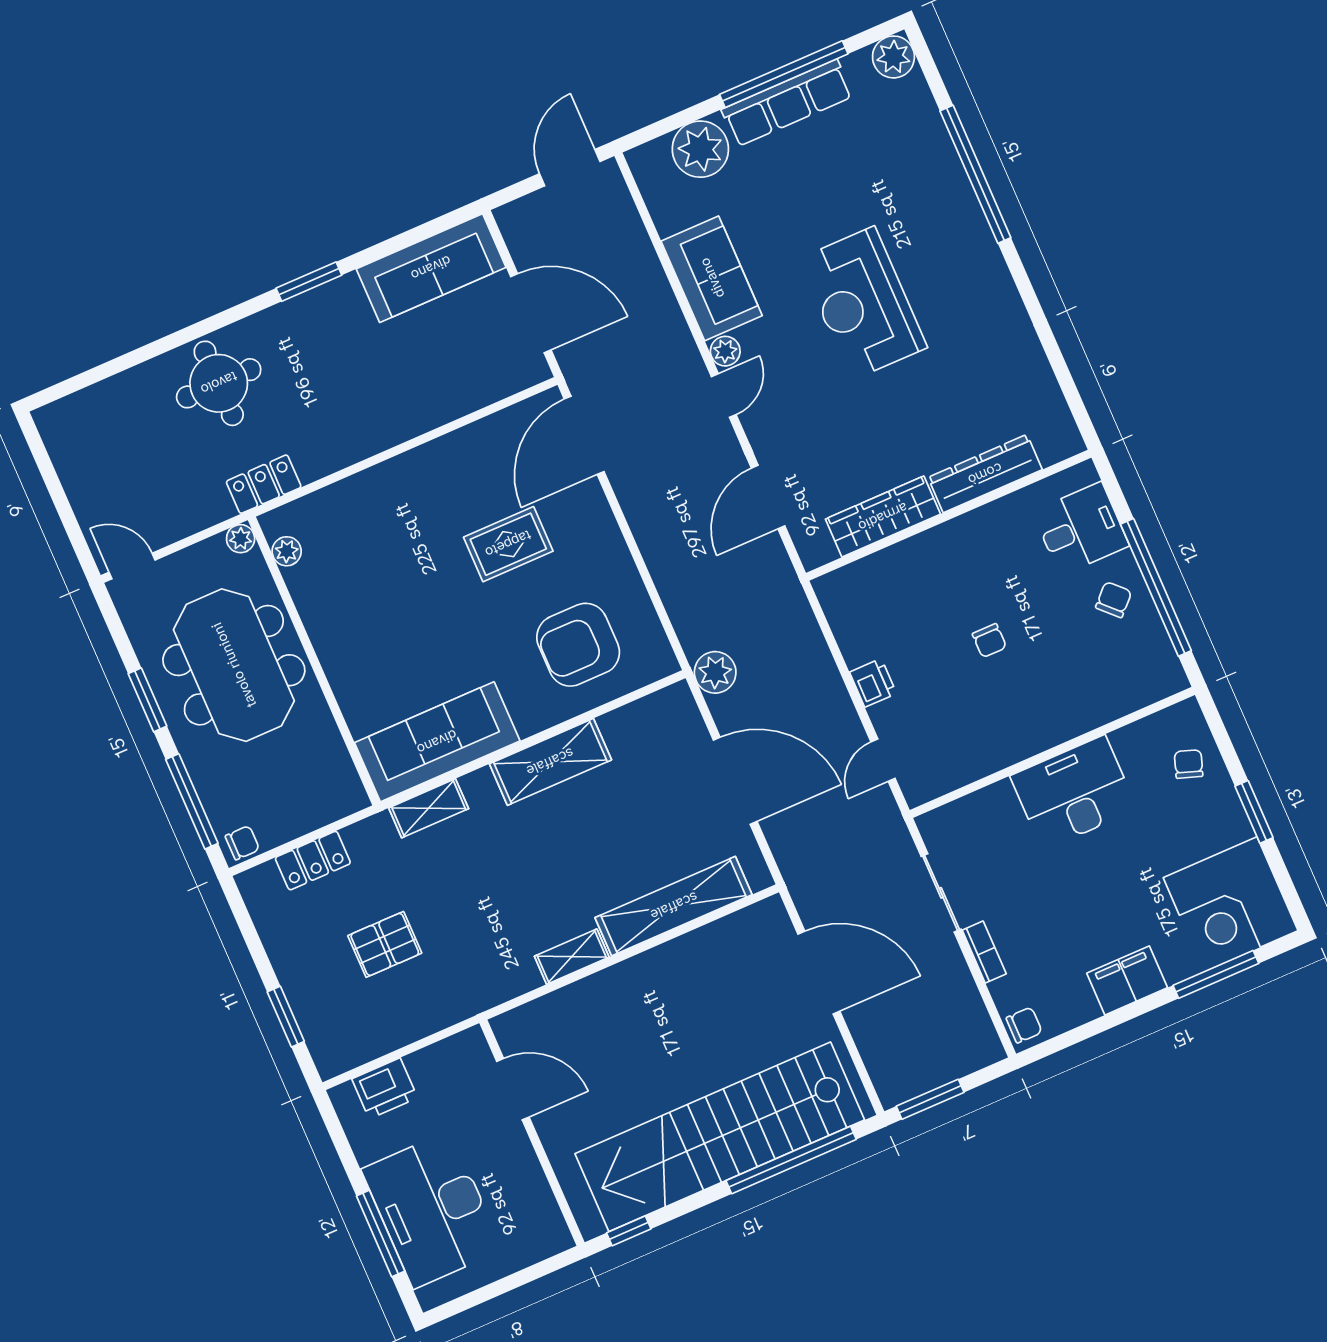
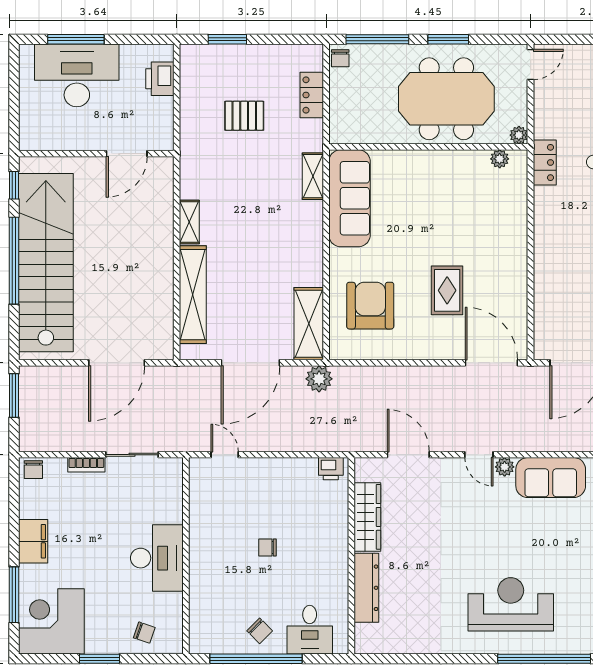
reception desk: (863, 303) -> (511, 604), moved
printer: (873, 683) -> (331, 469), moved
shelving: (550, 762) -> (309, 324), moved
pallet: (385, 944) -> (244, 116), turned 90
window: (791, 1160) -> (14, 261), moved

